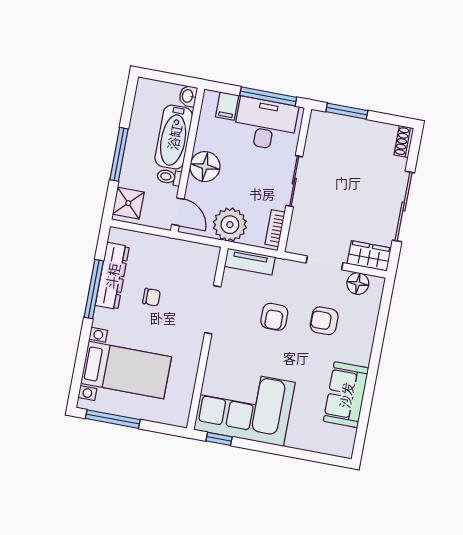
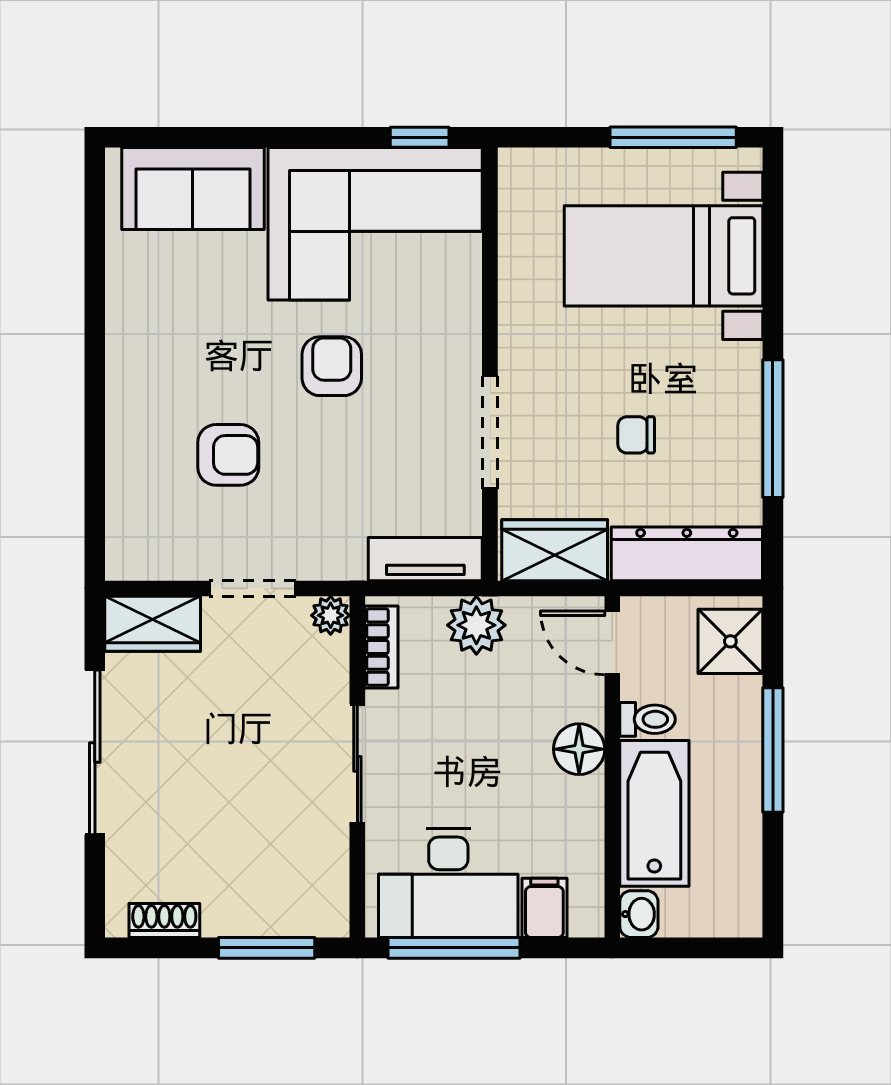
shoe rack: (404, 141) -> (164, 921), moved, turned -90
floor lamp: (205, 167) -> (579, 749), width x0.73, depth x0.73
plant: (230, 225) -> (476, 625), width x0.73, depth x0.73
plant: (294, 245) -> (331, 615), added
wardrobe: (195, 255) -> (555, 550), added
dresser: (112, 276) -> (687, 554), moved, turned 90
floor lamp: (358, 283) -> (167, 555), removed
armchair: (274, 317) -> (332, 366), moved
sofa: (346, 395) -> (193, 189), moved, turned 90

